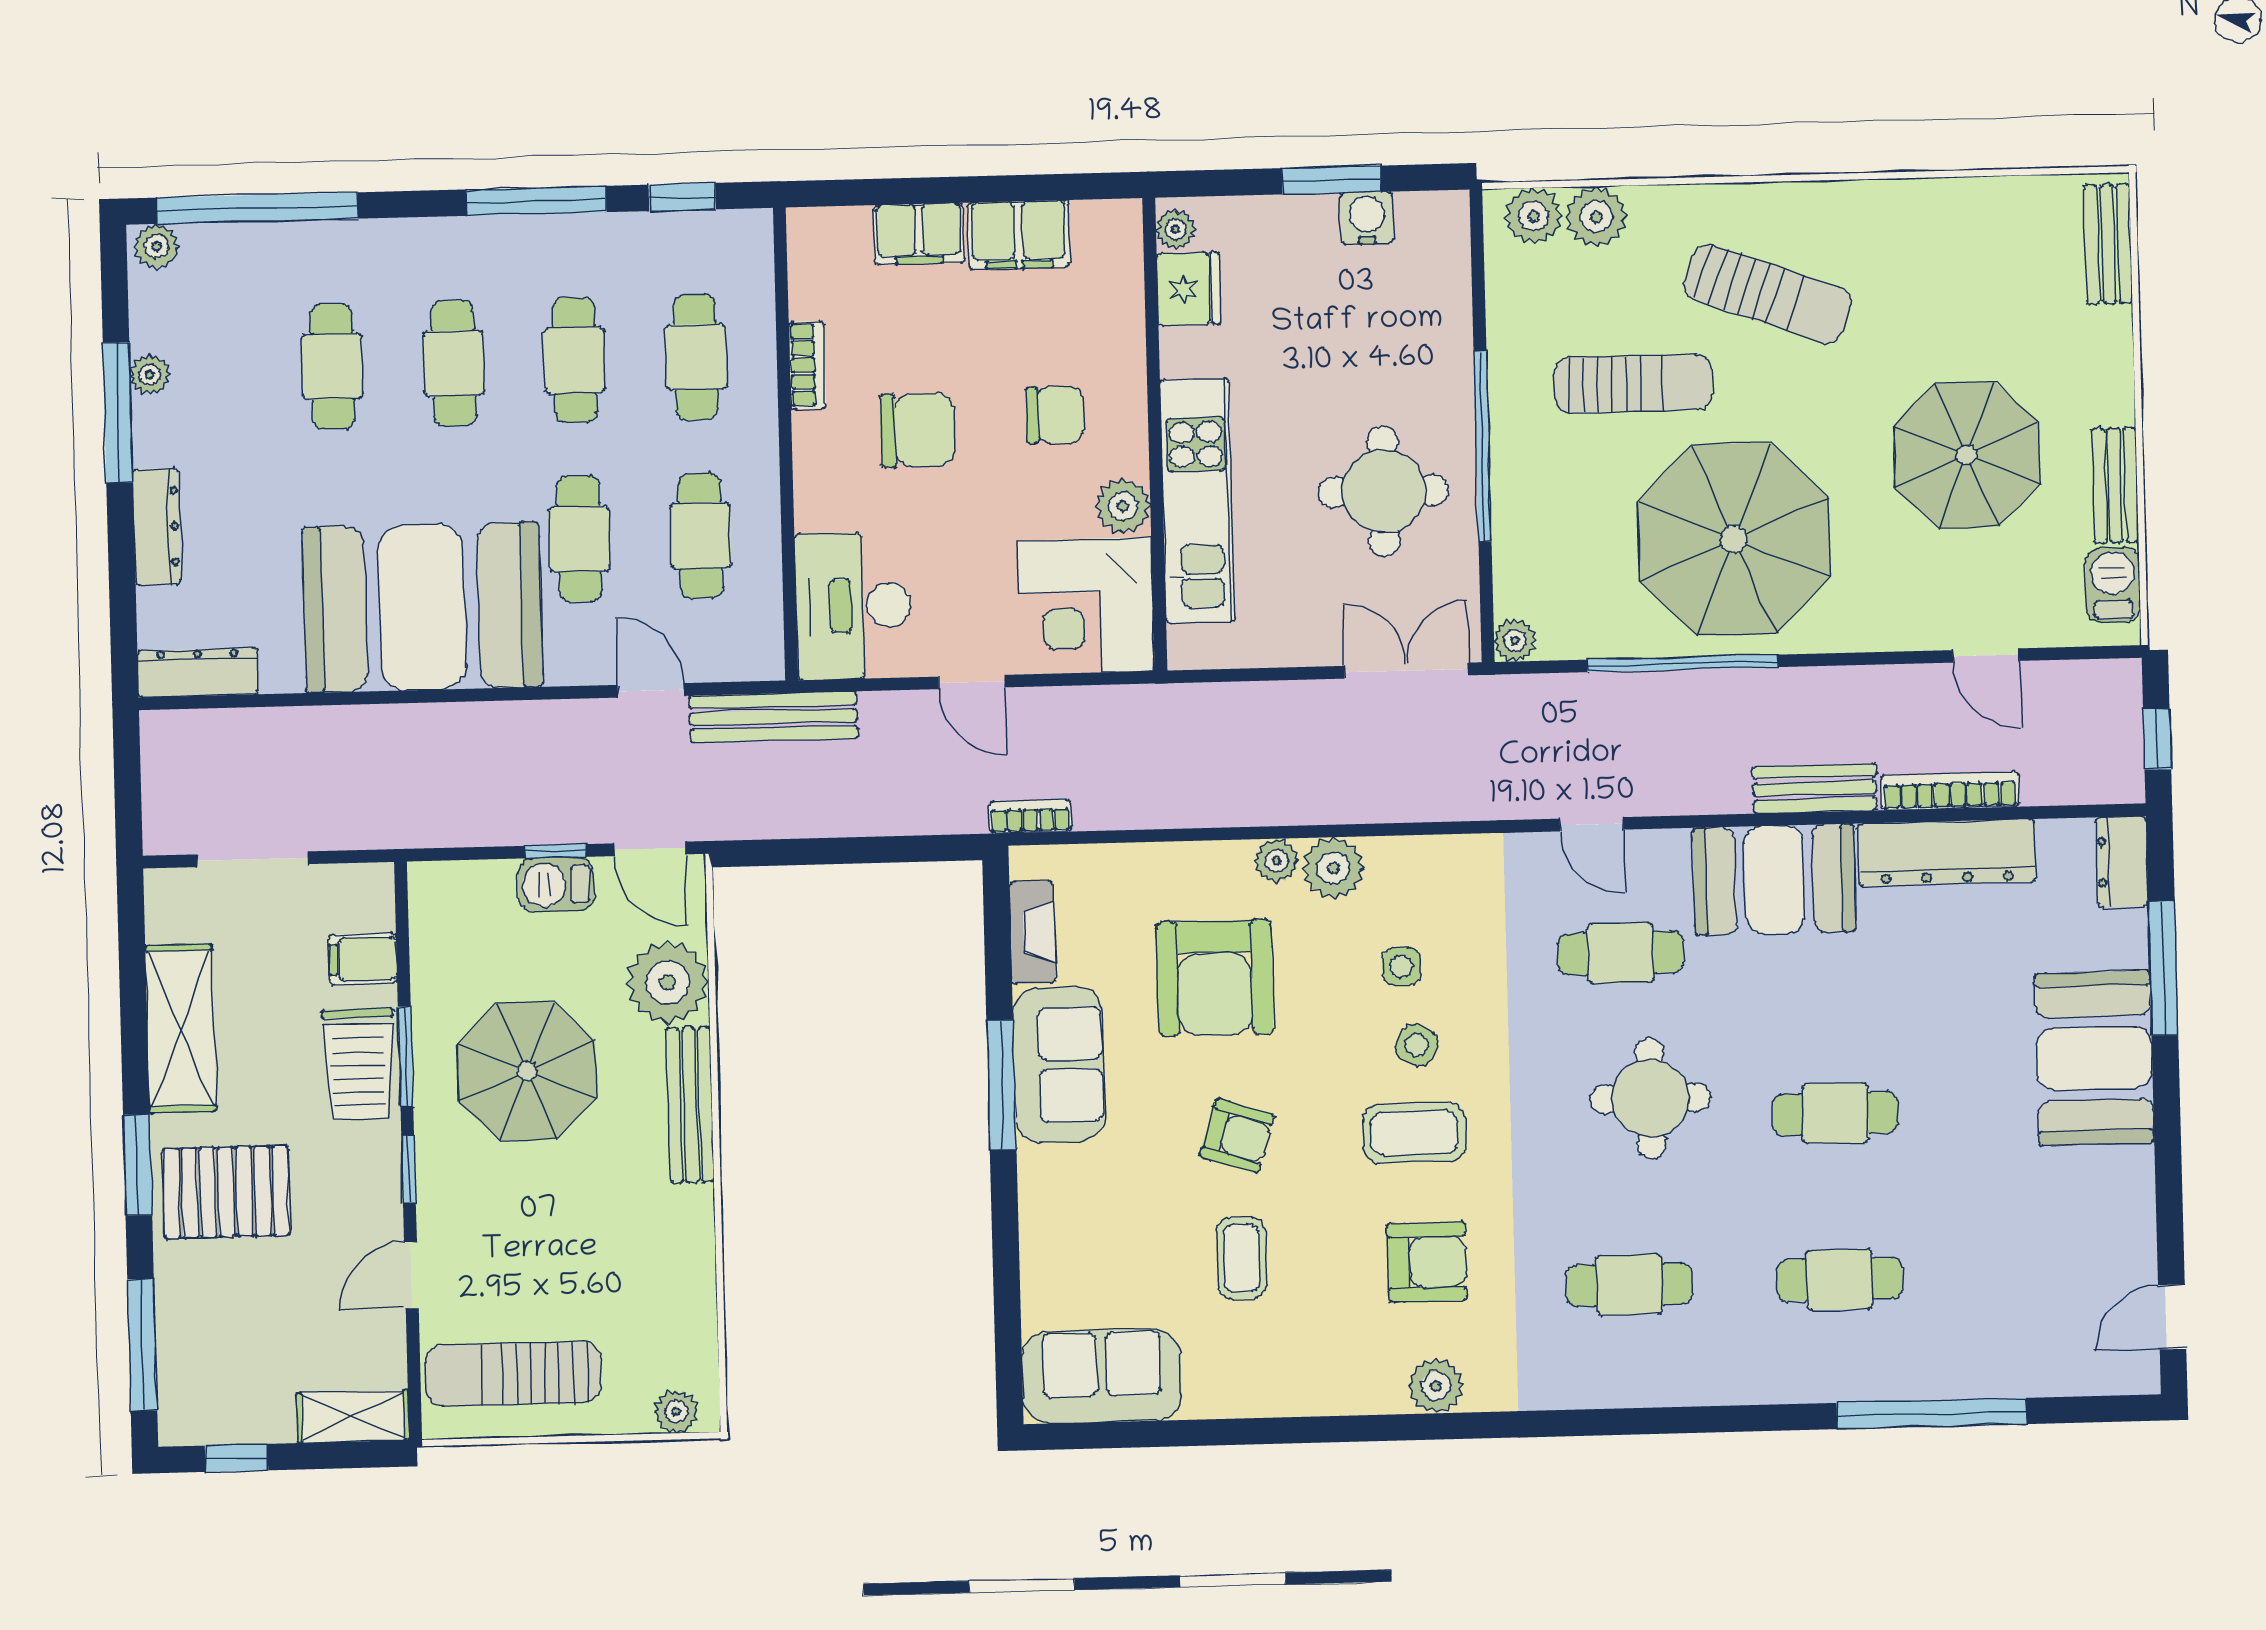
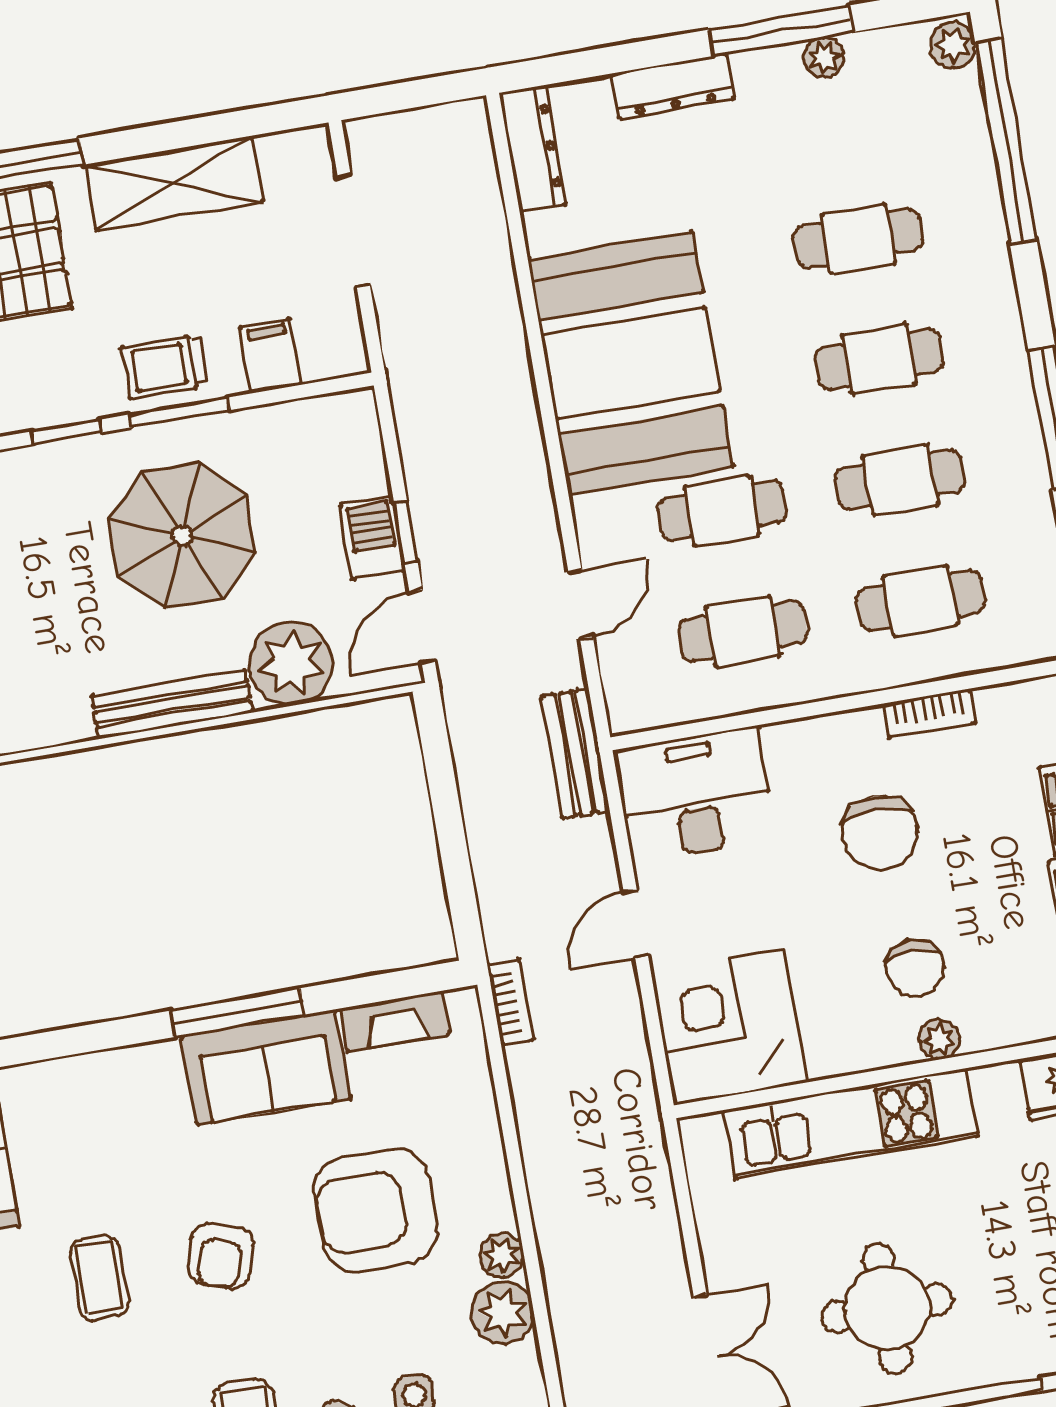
plant: (1123, 506) -> (939, 1039), moved, width x0.73, depth x0.73
bench: (774, 717) -> (576, 753), width x0.73
trolley: (358, 1064) -> (165, 366), width x0.73, depth x0.72
coffee table: (1241, 1258) -> (99, 1278), turned 90

